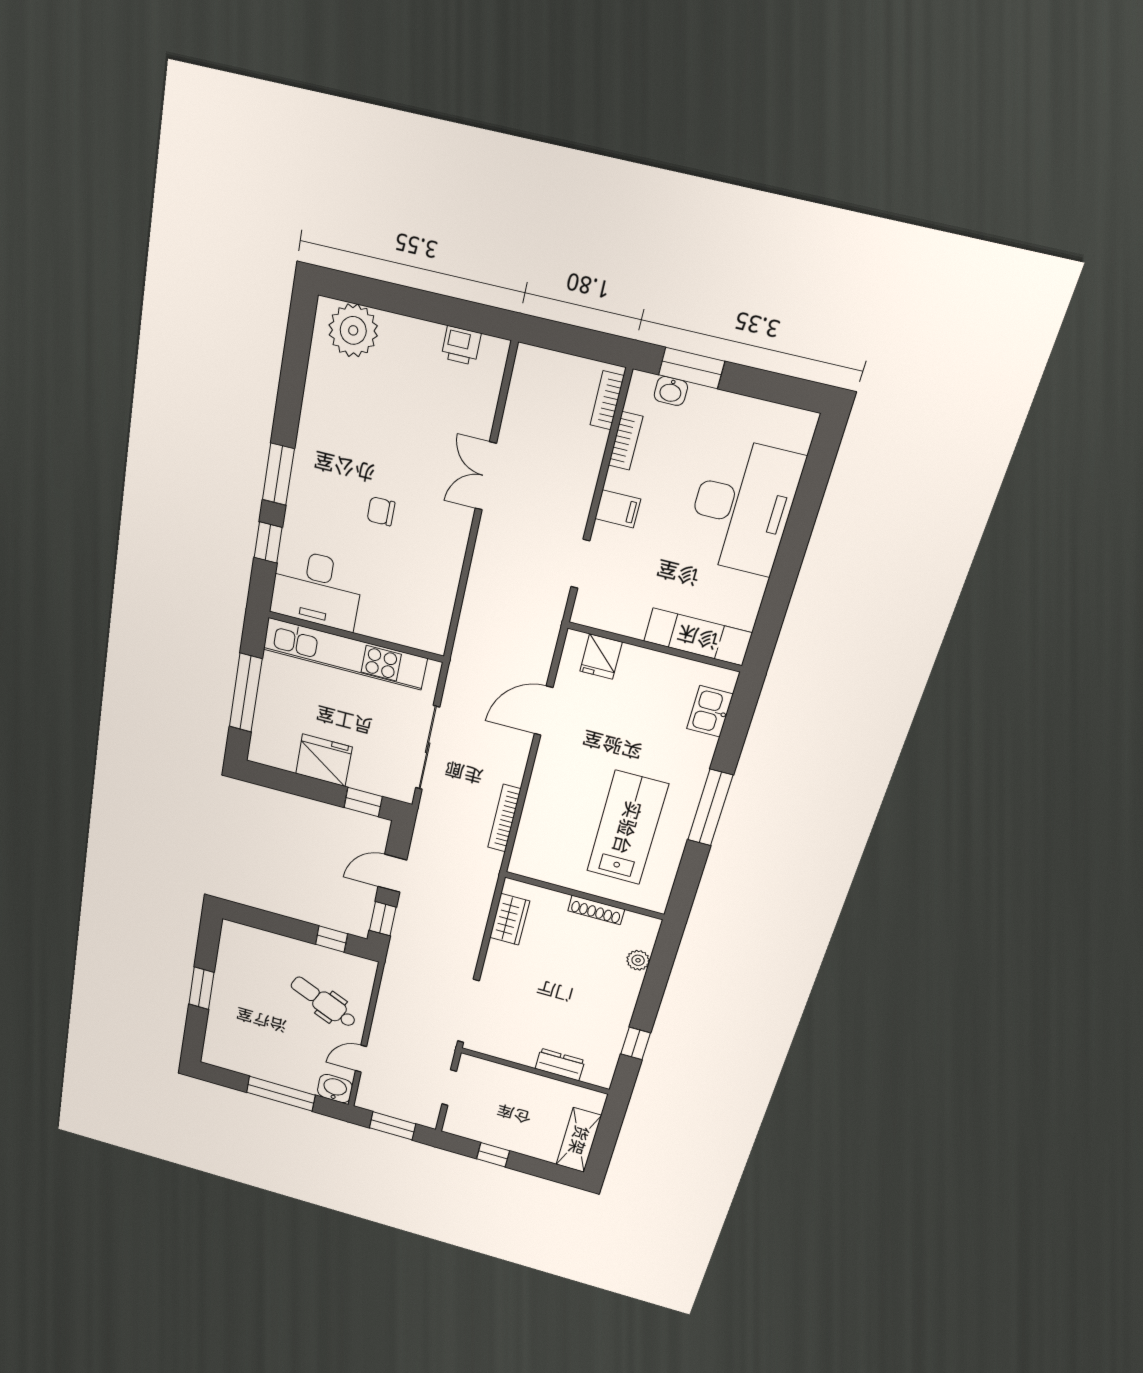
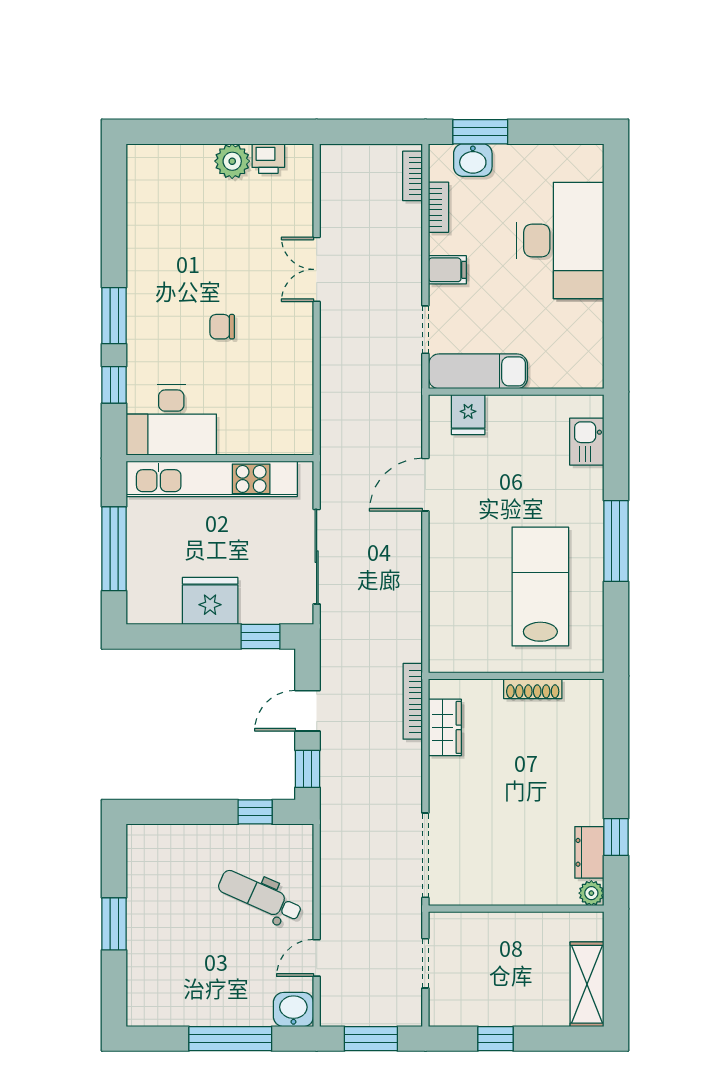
plant: (353, 330) -> (232, 161), moved, width x0.73, depth x0.73
washbasin: (671, 391) -> (473, 160), width x1.38, depth x1.45
exam couch: (698, 637) -> (478, 371), moved
bookcase: (504, 818) -> (413, 701), moved
plant: (638, 960) -> (591, 893), moved
dresser: (560, 1065) -> (589, 852), moved, turned -90

